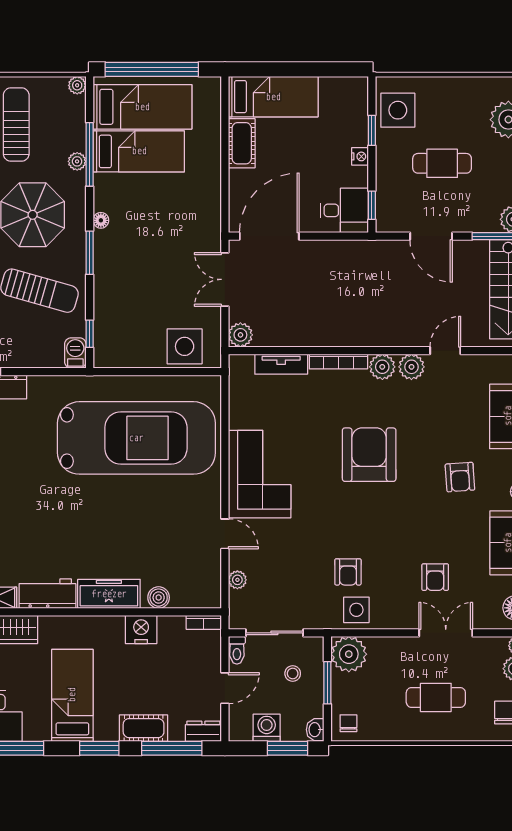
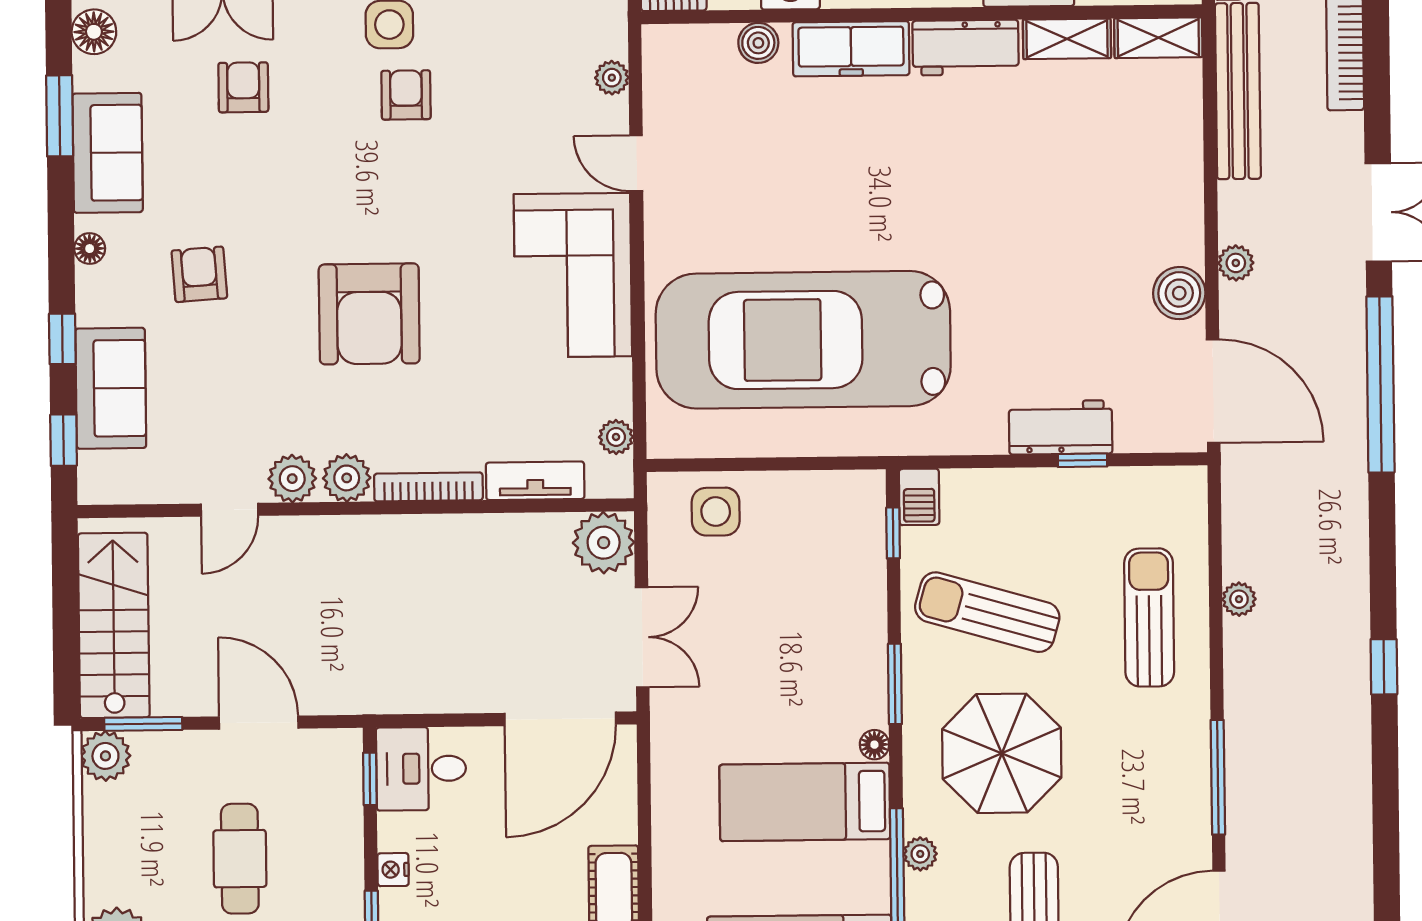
bed: (139, 151) -> (805, 802), moved
cafe table: (442, 163) -> (240, 859), turned 90
plant: (240, 335) -> (604, 543), width x1.36, depth x1.36
side table: (185, 346) -> (716, 512), width x0.73, depth x0.73
plant: (238, 387) -> (616, 437), added

